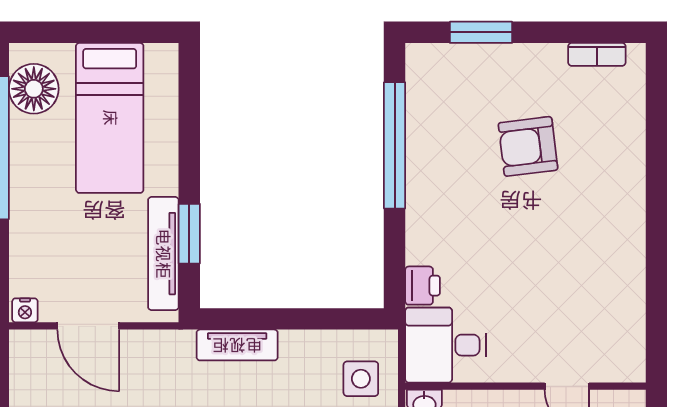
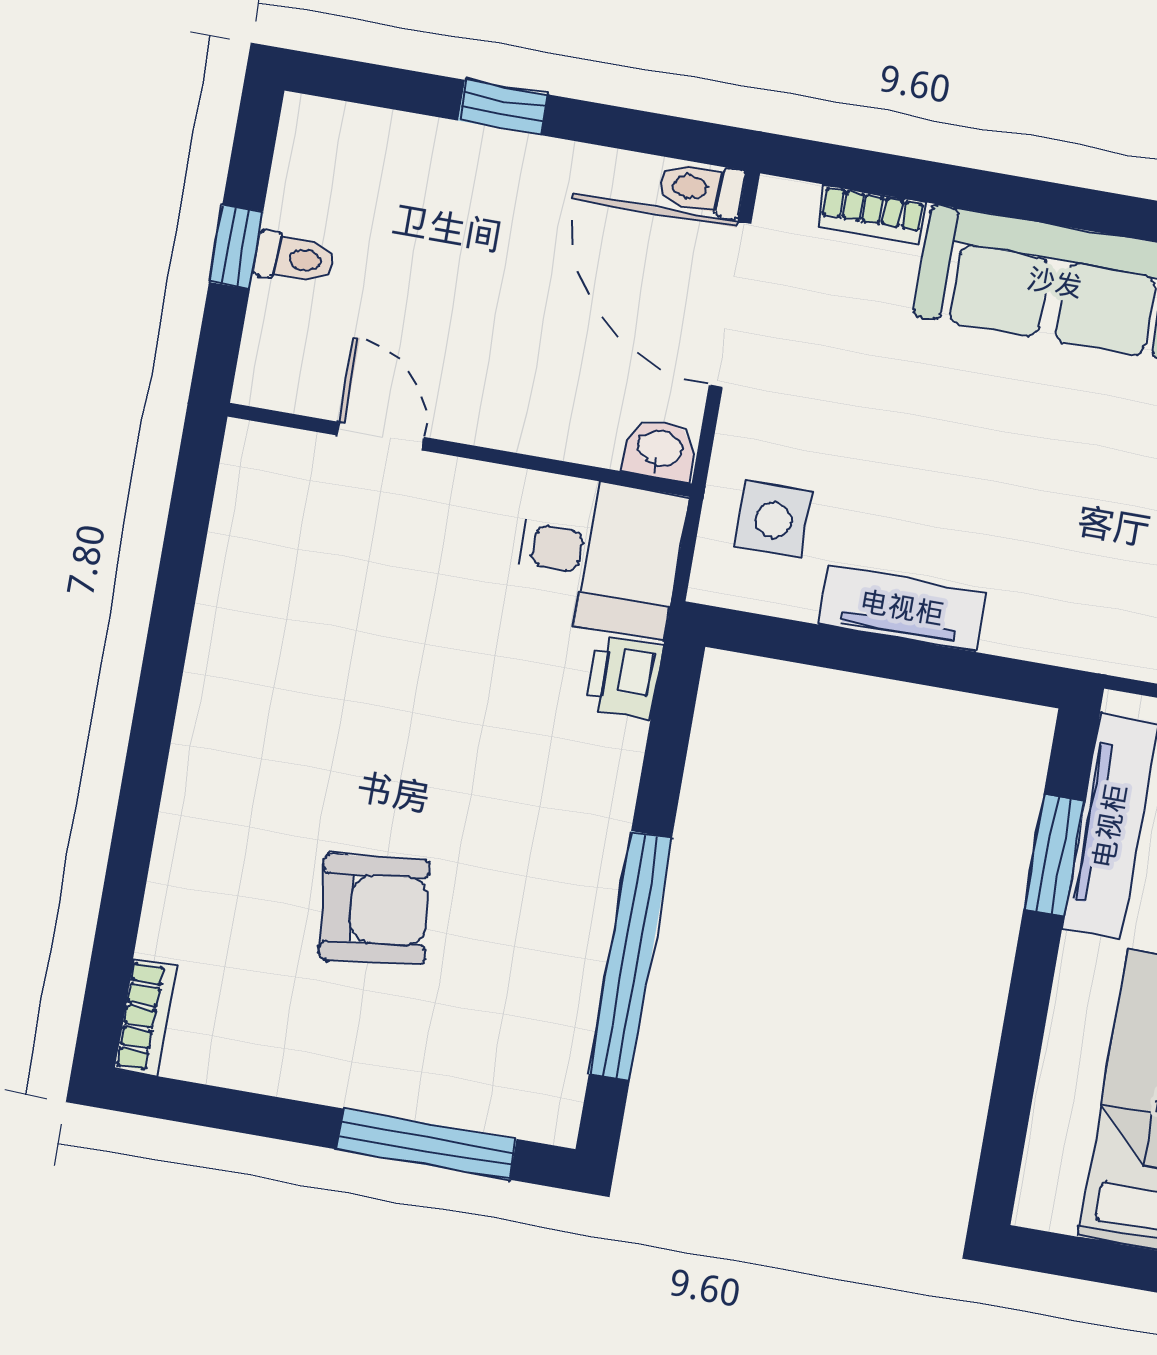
window: (481, 32) -> (426, 1144), width x1.44
bookcase: (597, 54) -> (145, 1017), moved, turned 90
tv unit: (237, 345) -> (902, 608), moved

